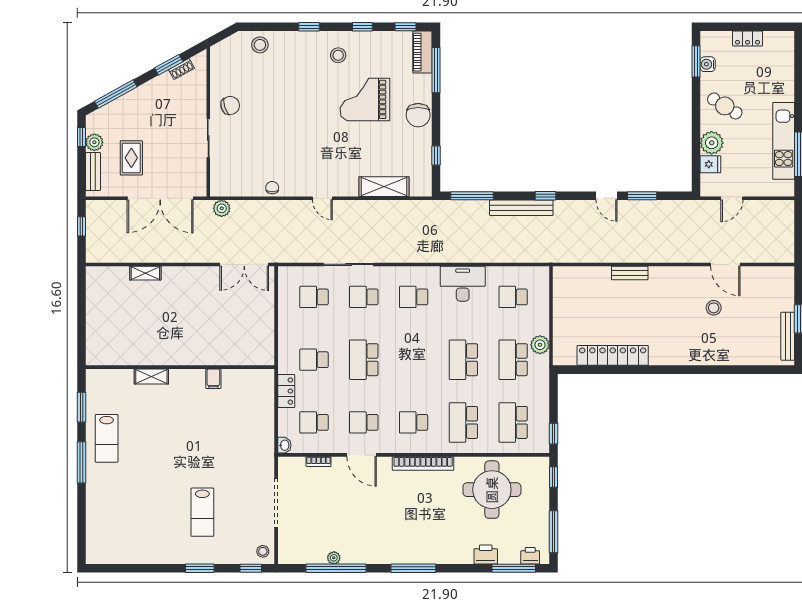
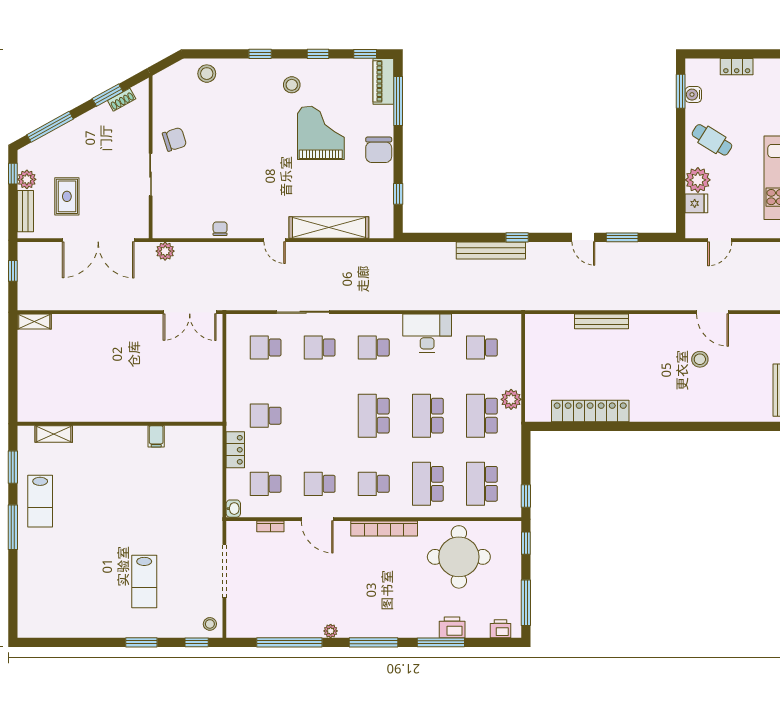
grand piano: (365, 99) -> (321, 133), turned 90
shelving: (384, 187) -> (329, 228), width x1.47
window: (472, 196) -> (437, 237), removed
shelving: (145, 273) -> (34, 322), moved
bench: (630, 273) -> (601, 321), width x1.36
school desk: (364, 360) -> (374, 416), moved
shelving: (151, 376) -> (54, 434), moved
plant: (334, 558) -> (331, 631), moved
window: (514, 568) -> (441, 642), moved

